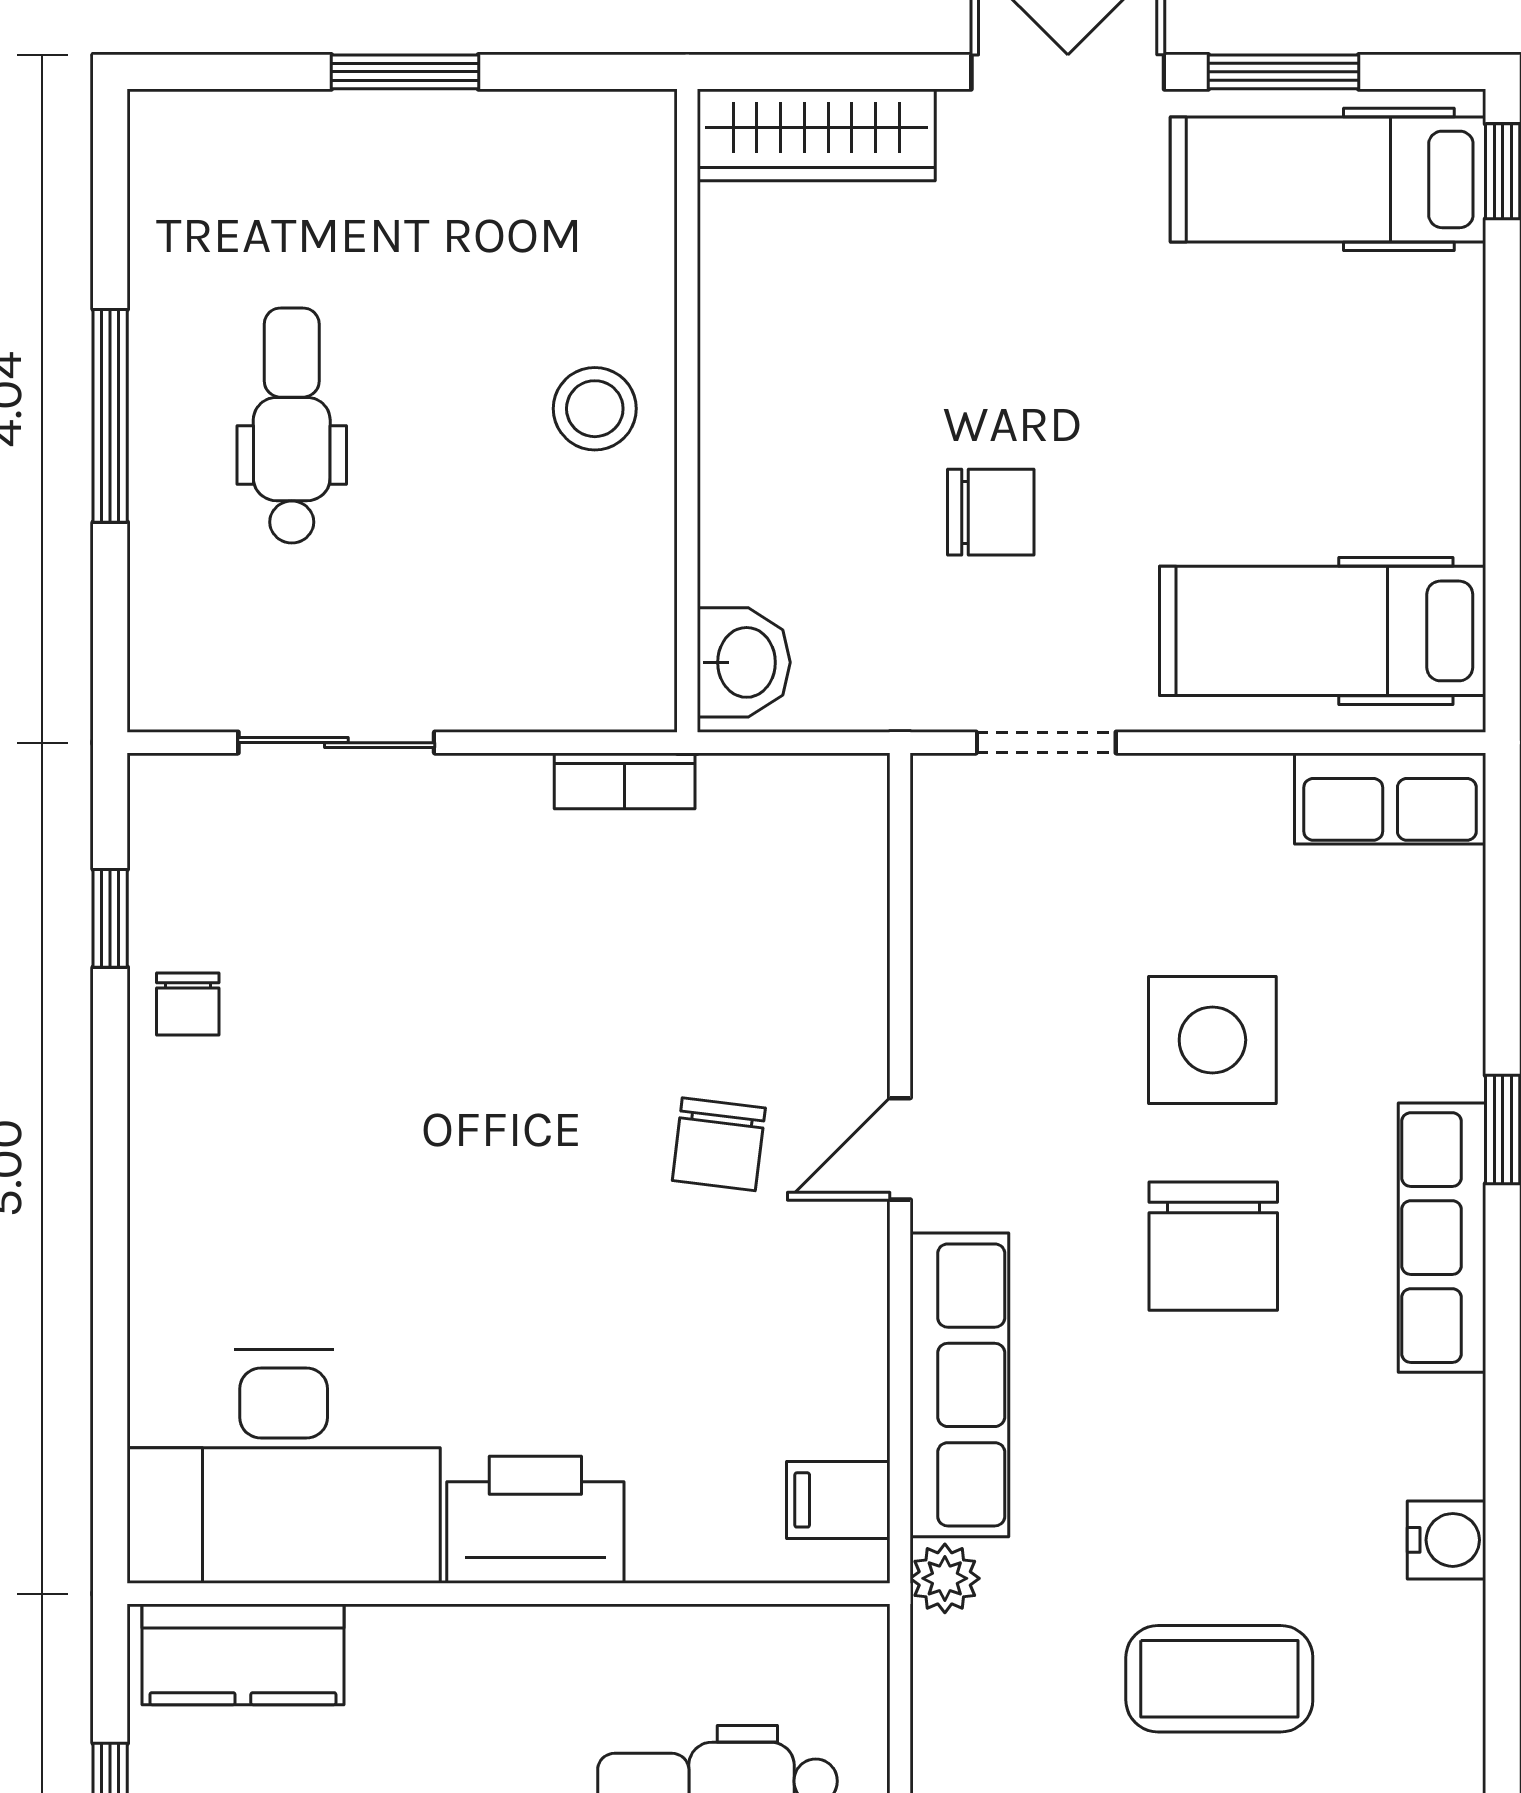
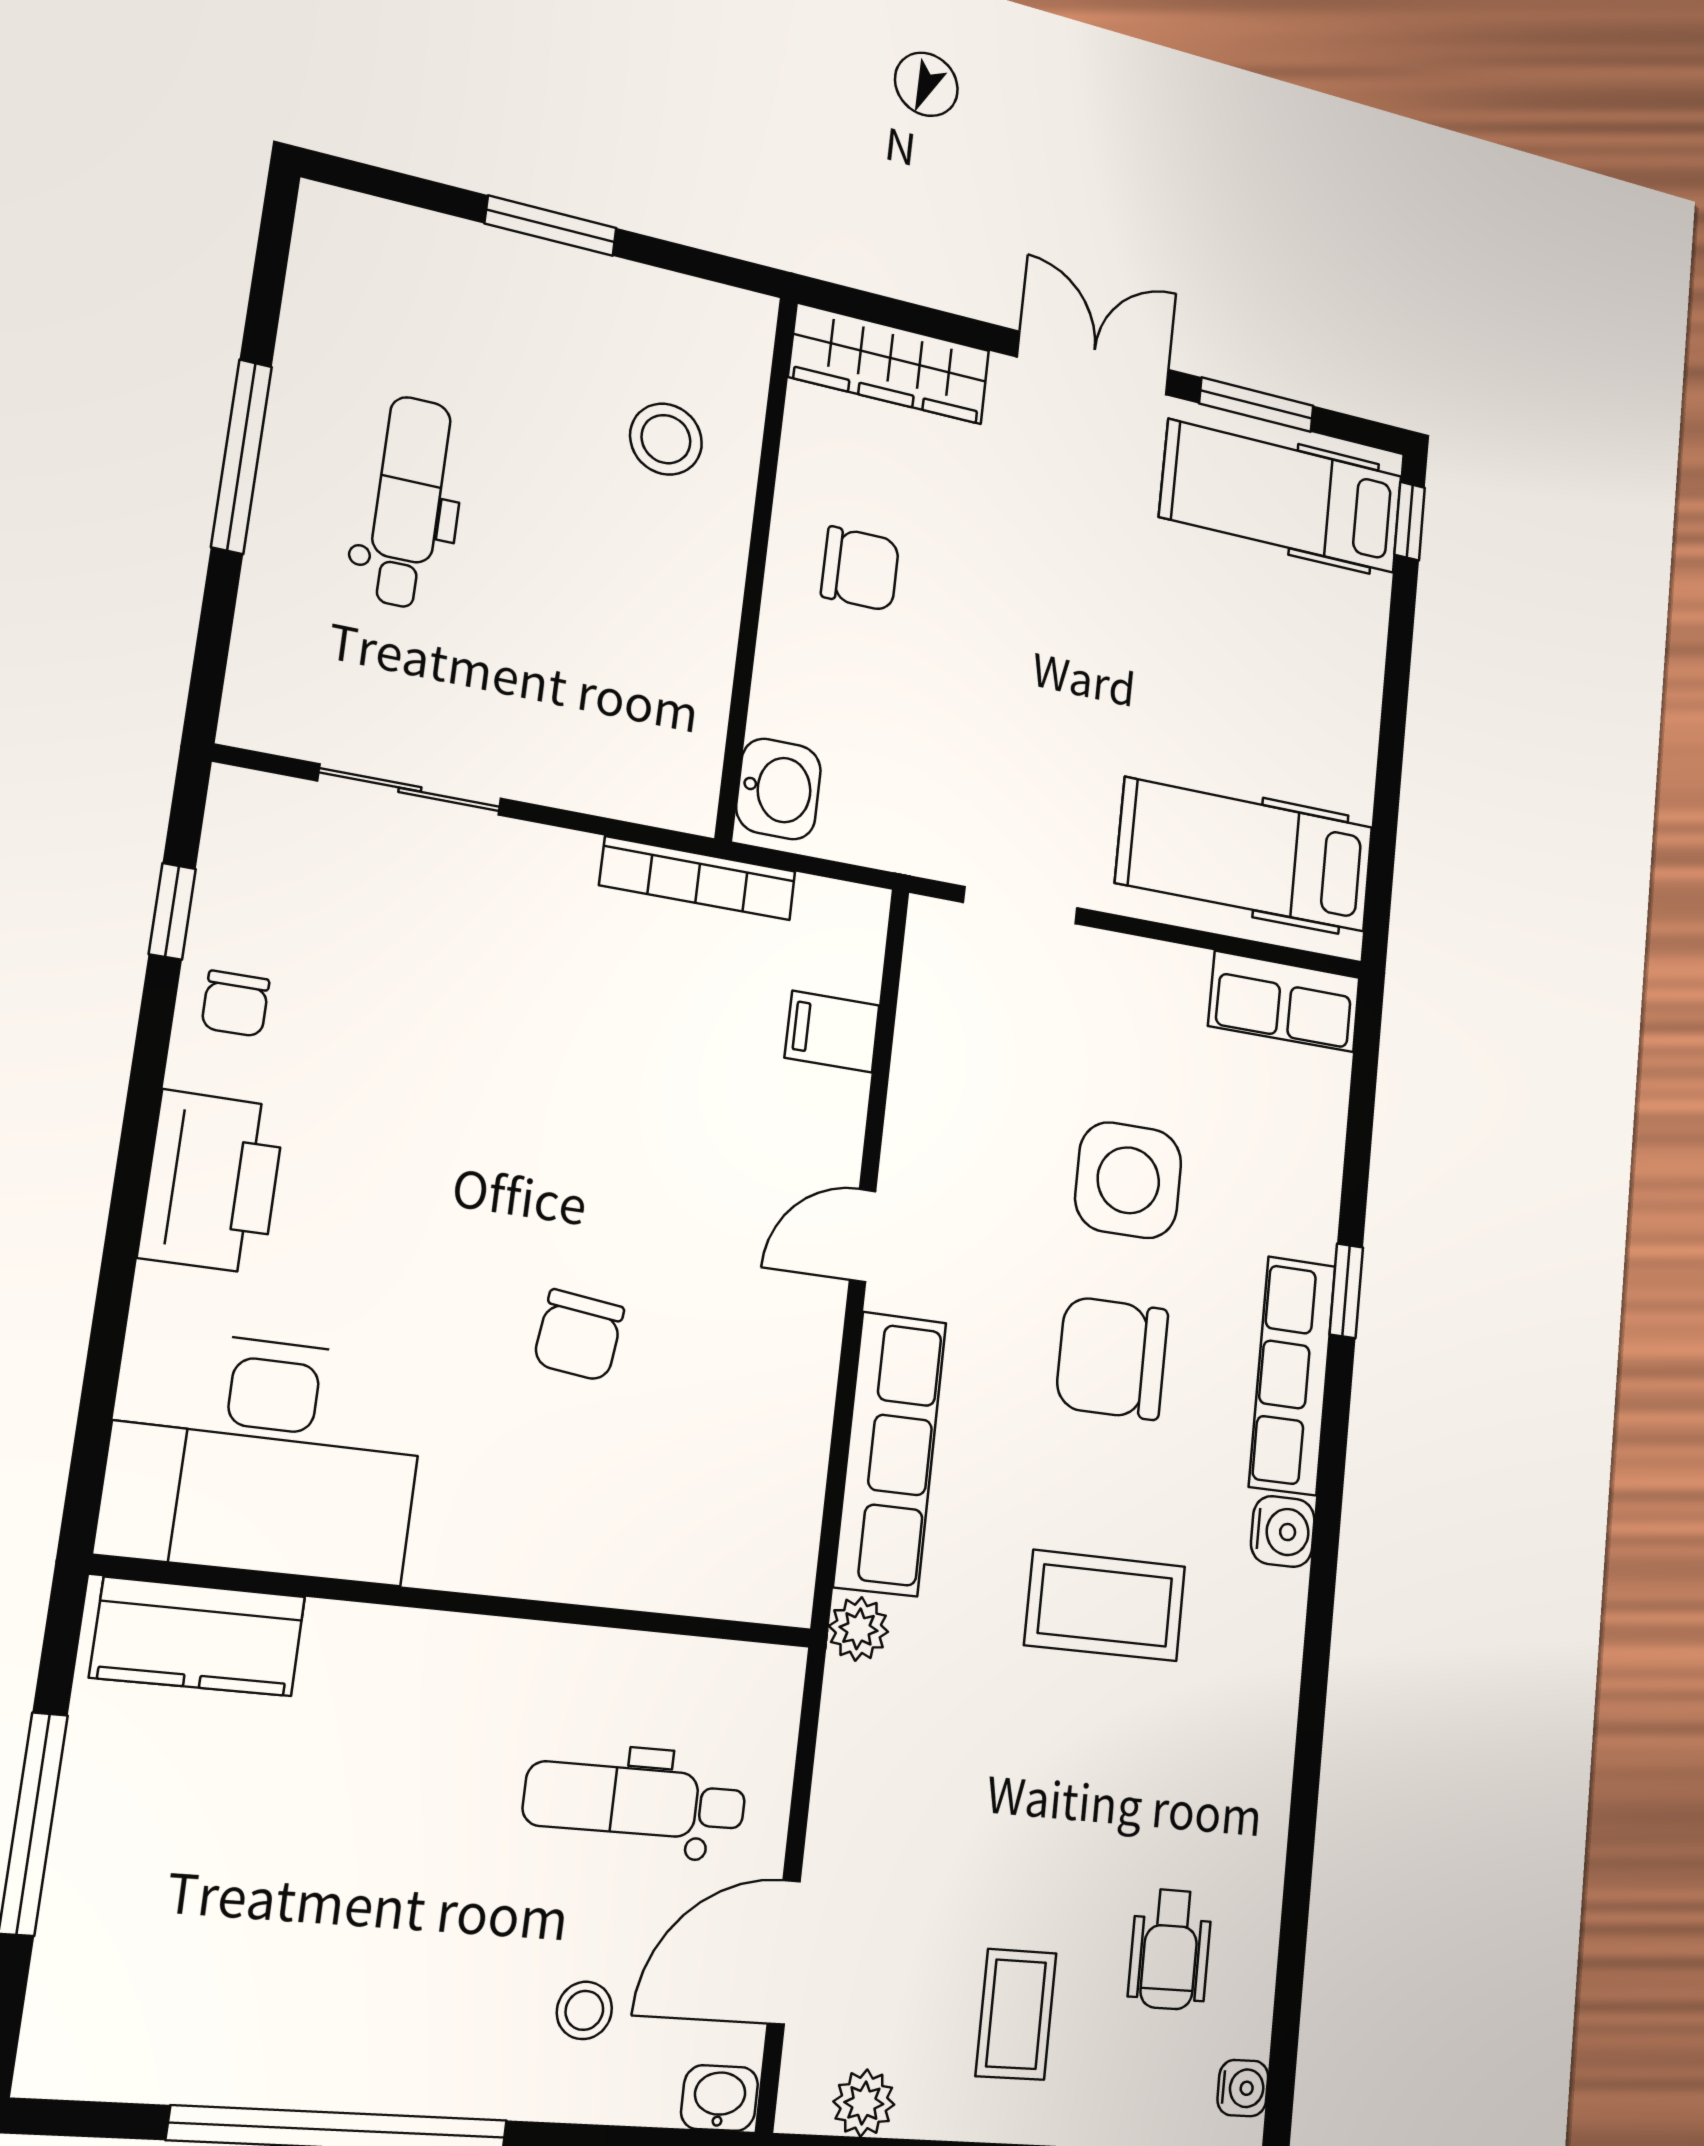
stool: (595, 409) -> (666, 439), moved
chair: (991, 512) -> (860, 569), moved
bookcase: (625, 781) -> (698, 878), width x1.56
chair: (719, 1144) -> (579, 1335), moved
chair: (1213, 1246) -> (1112, 1358), turned 90
filing cabinet: (838, 1500) -> (832, 1032), moved
printer: (535, 1520) -> (212, 1182), moved, turned 90
water cooler: (1447, 1540) -> (1283, 1531), moved
coffee table: (1219, 1679) -> (1105, 1606), moved

